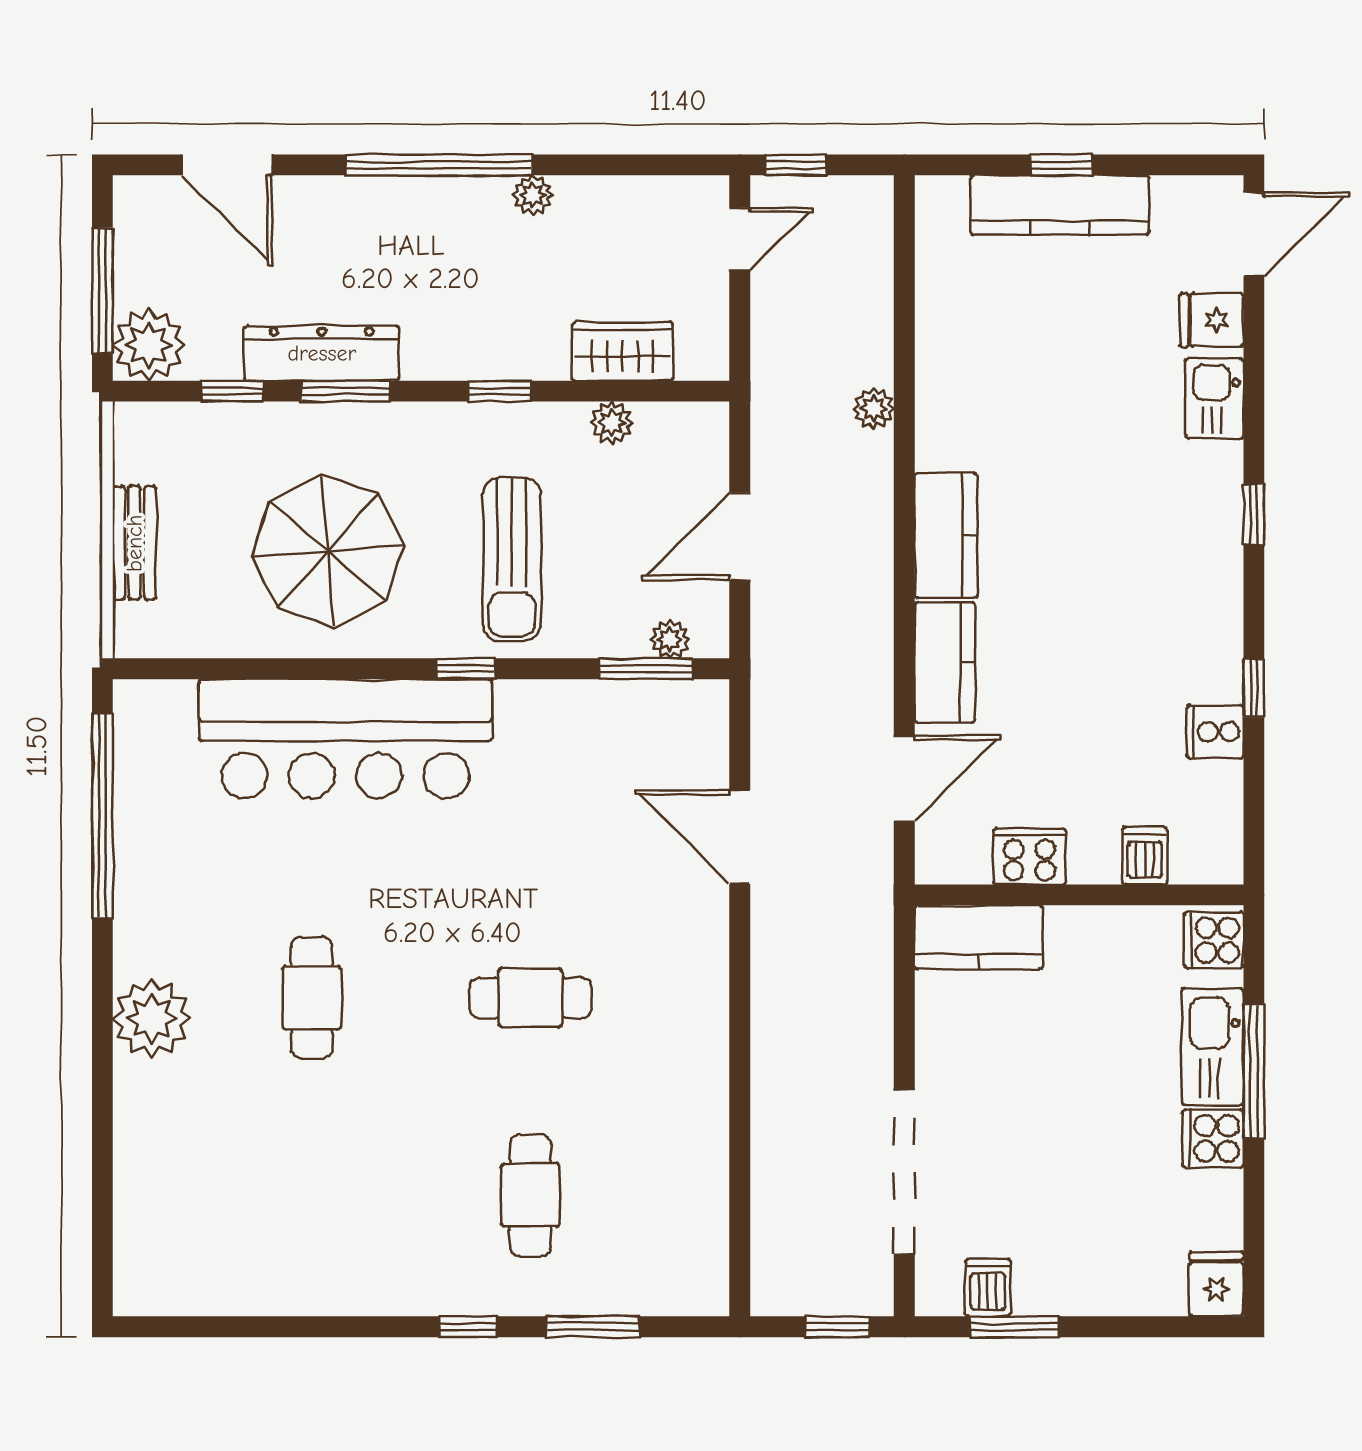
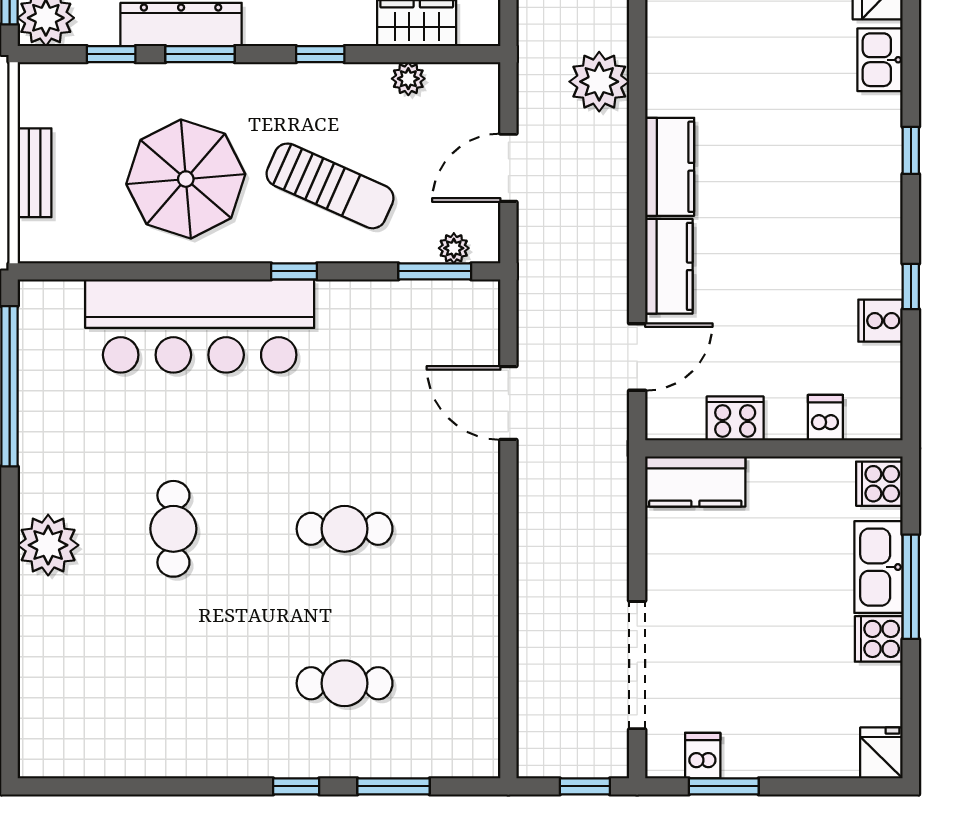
plant: (874, 408) -> (599, 82), width x1.88, depth x1.88
sun lounger: (512, 560) -> (330, 186), turned -66
cafe table: (530, 1195) -> (345, 683), turned 90

